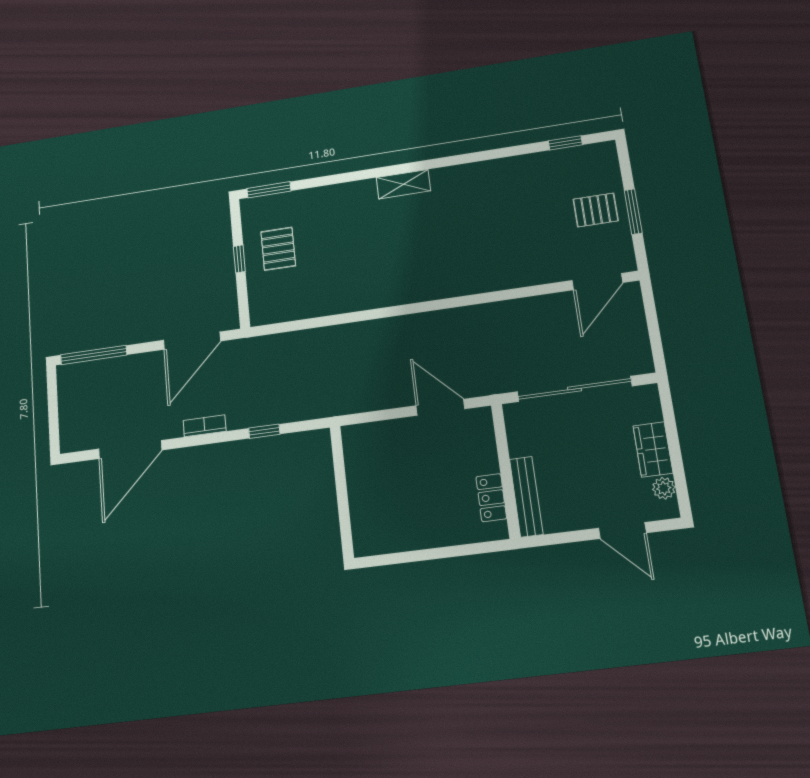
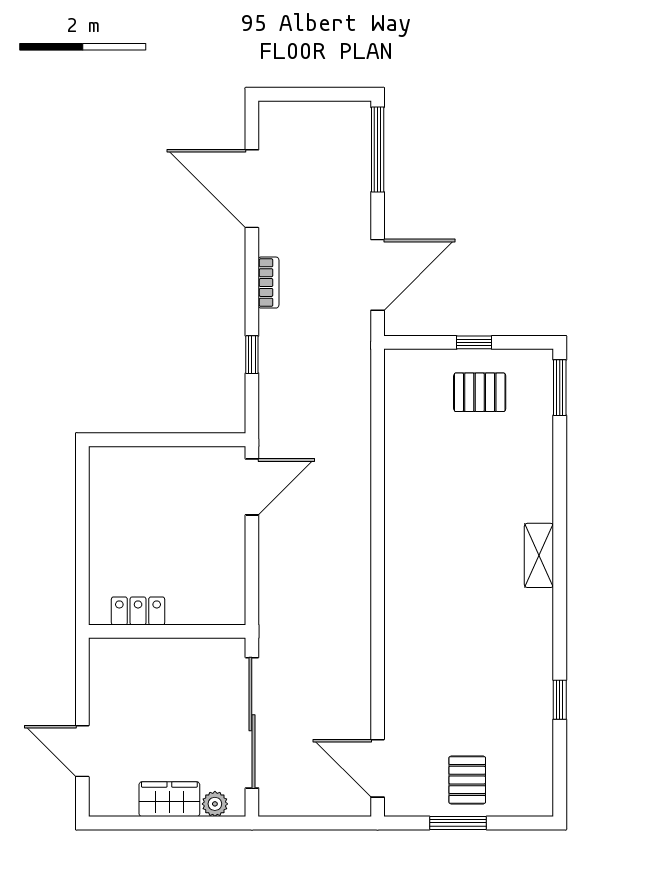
window: (565, 143) -> (560, 700), moved
door: (192, 341) -> (378, 275), swing flipped
door: (440, 407) -> (252, 487), moved
plant: (664, 488) -> (215, 804), moved
bench: (526, 497) -> (134, 650), removed
door: (622, 531) -> (82, 751), hinge flipped

